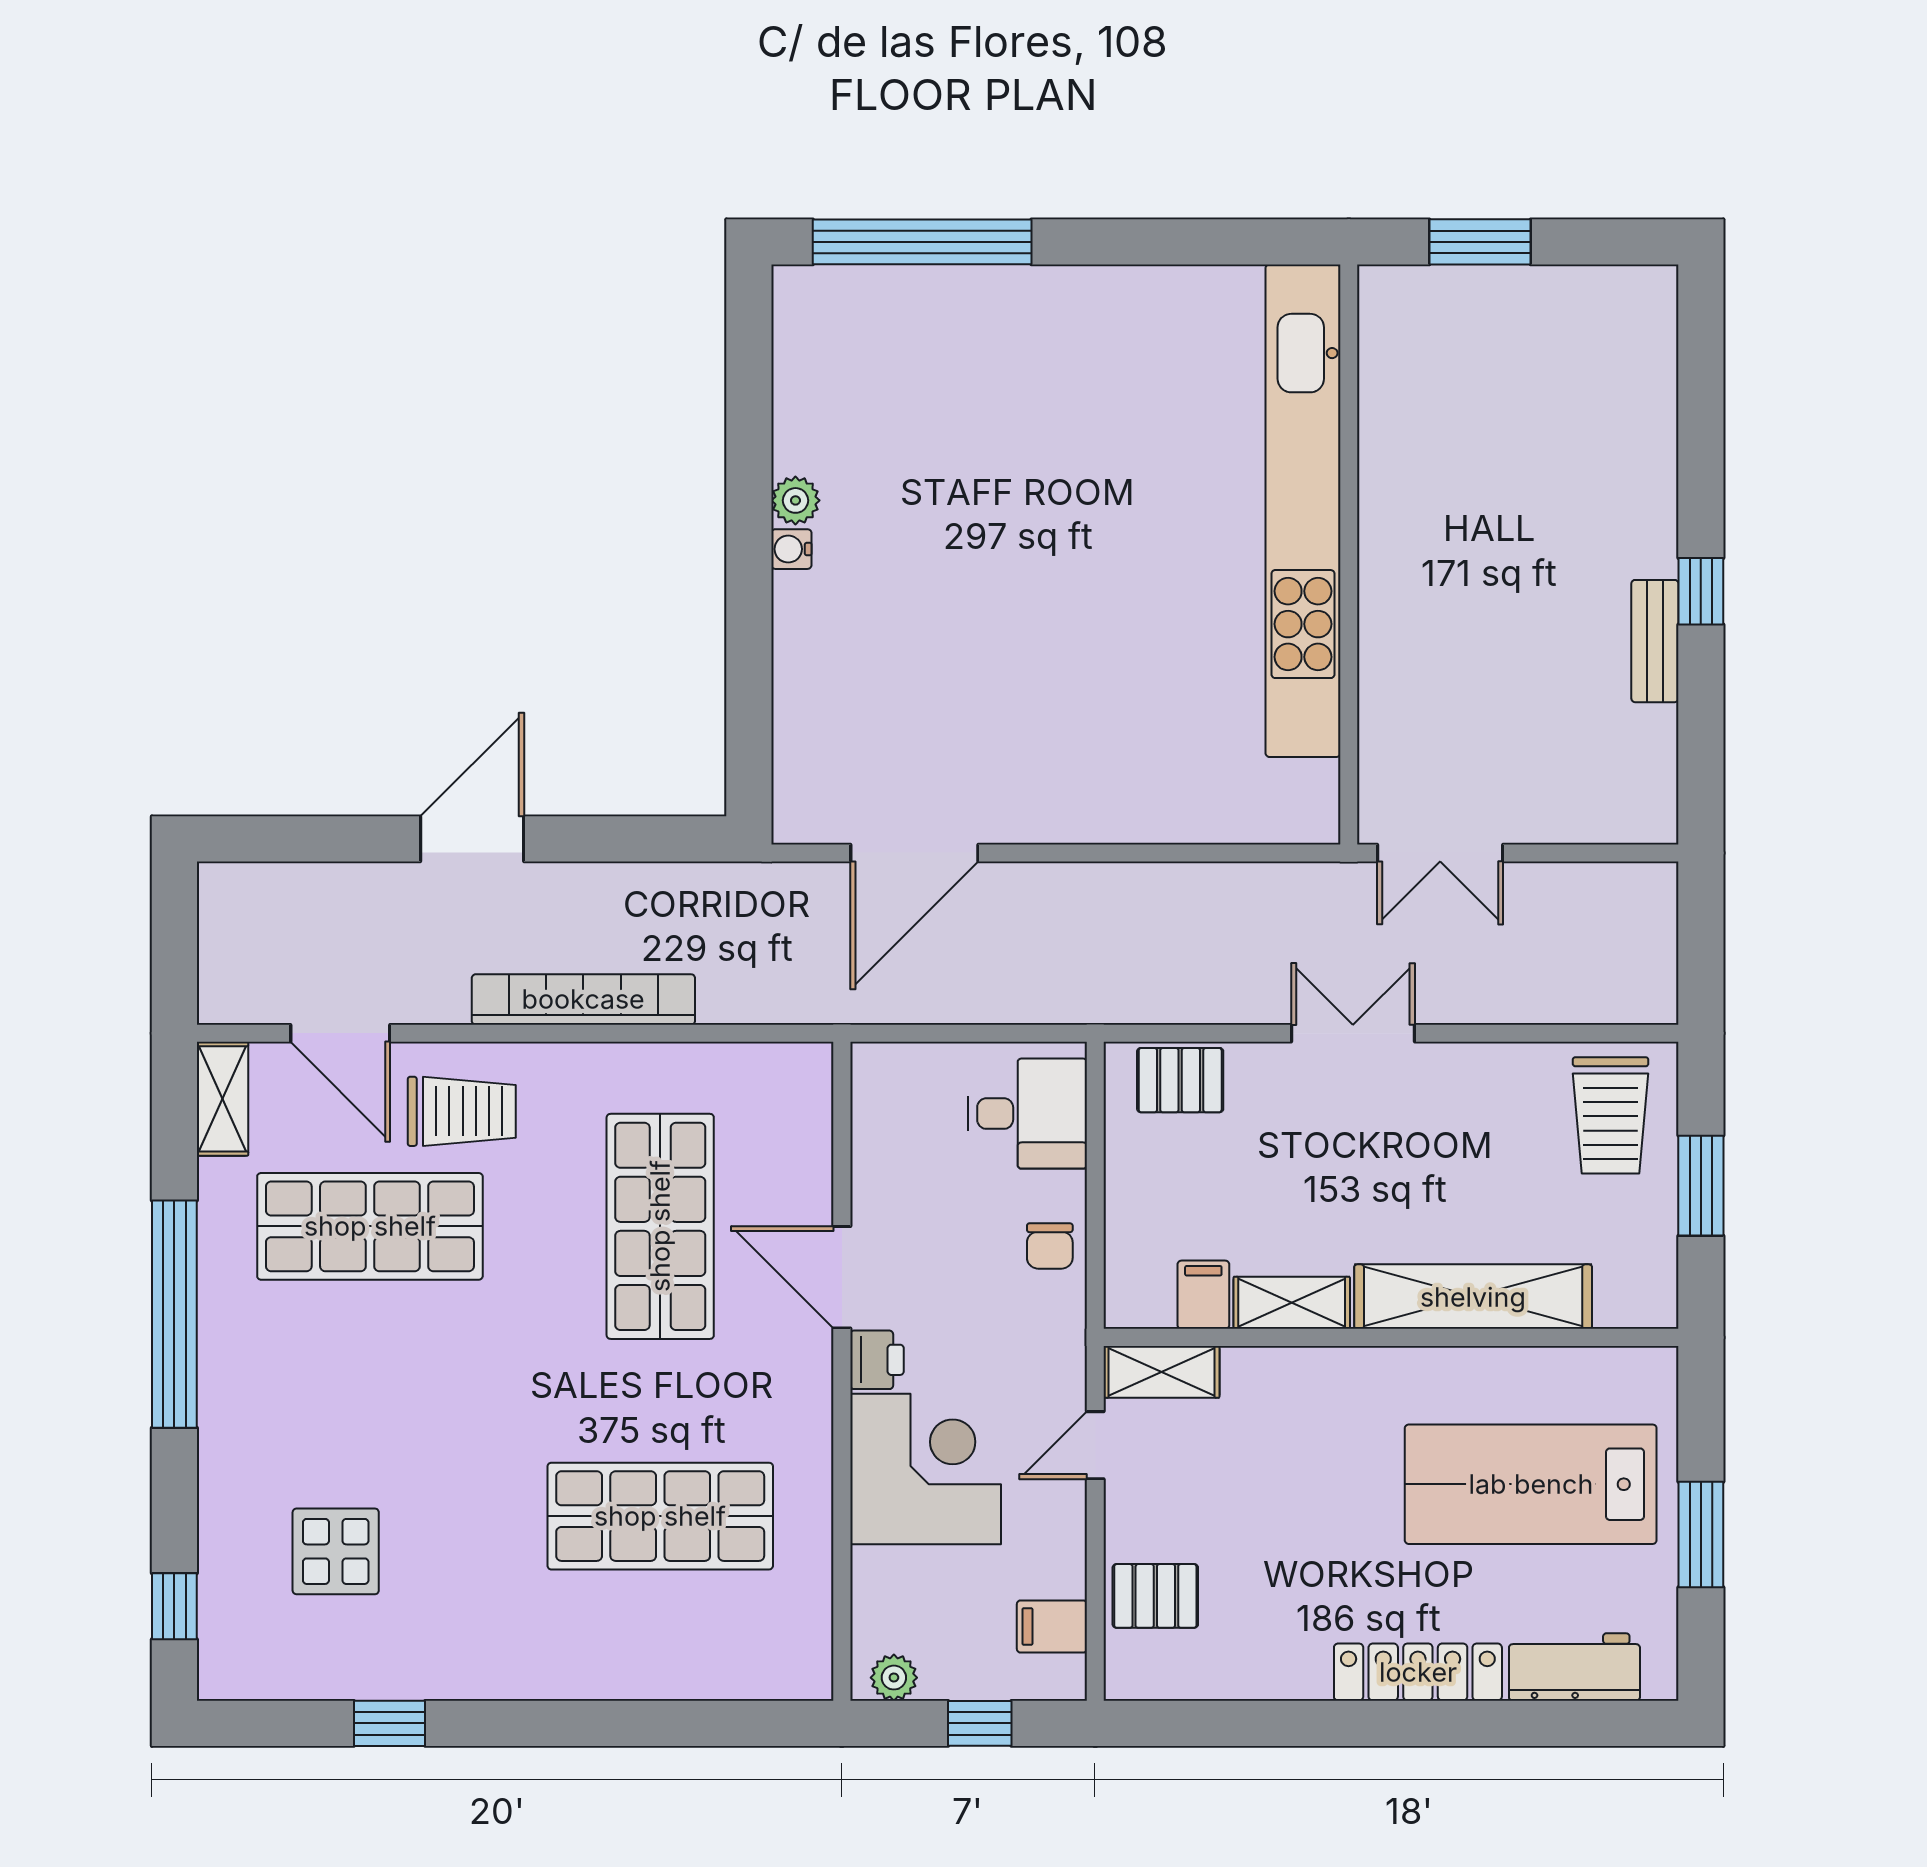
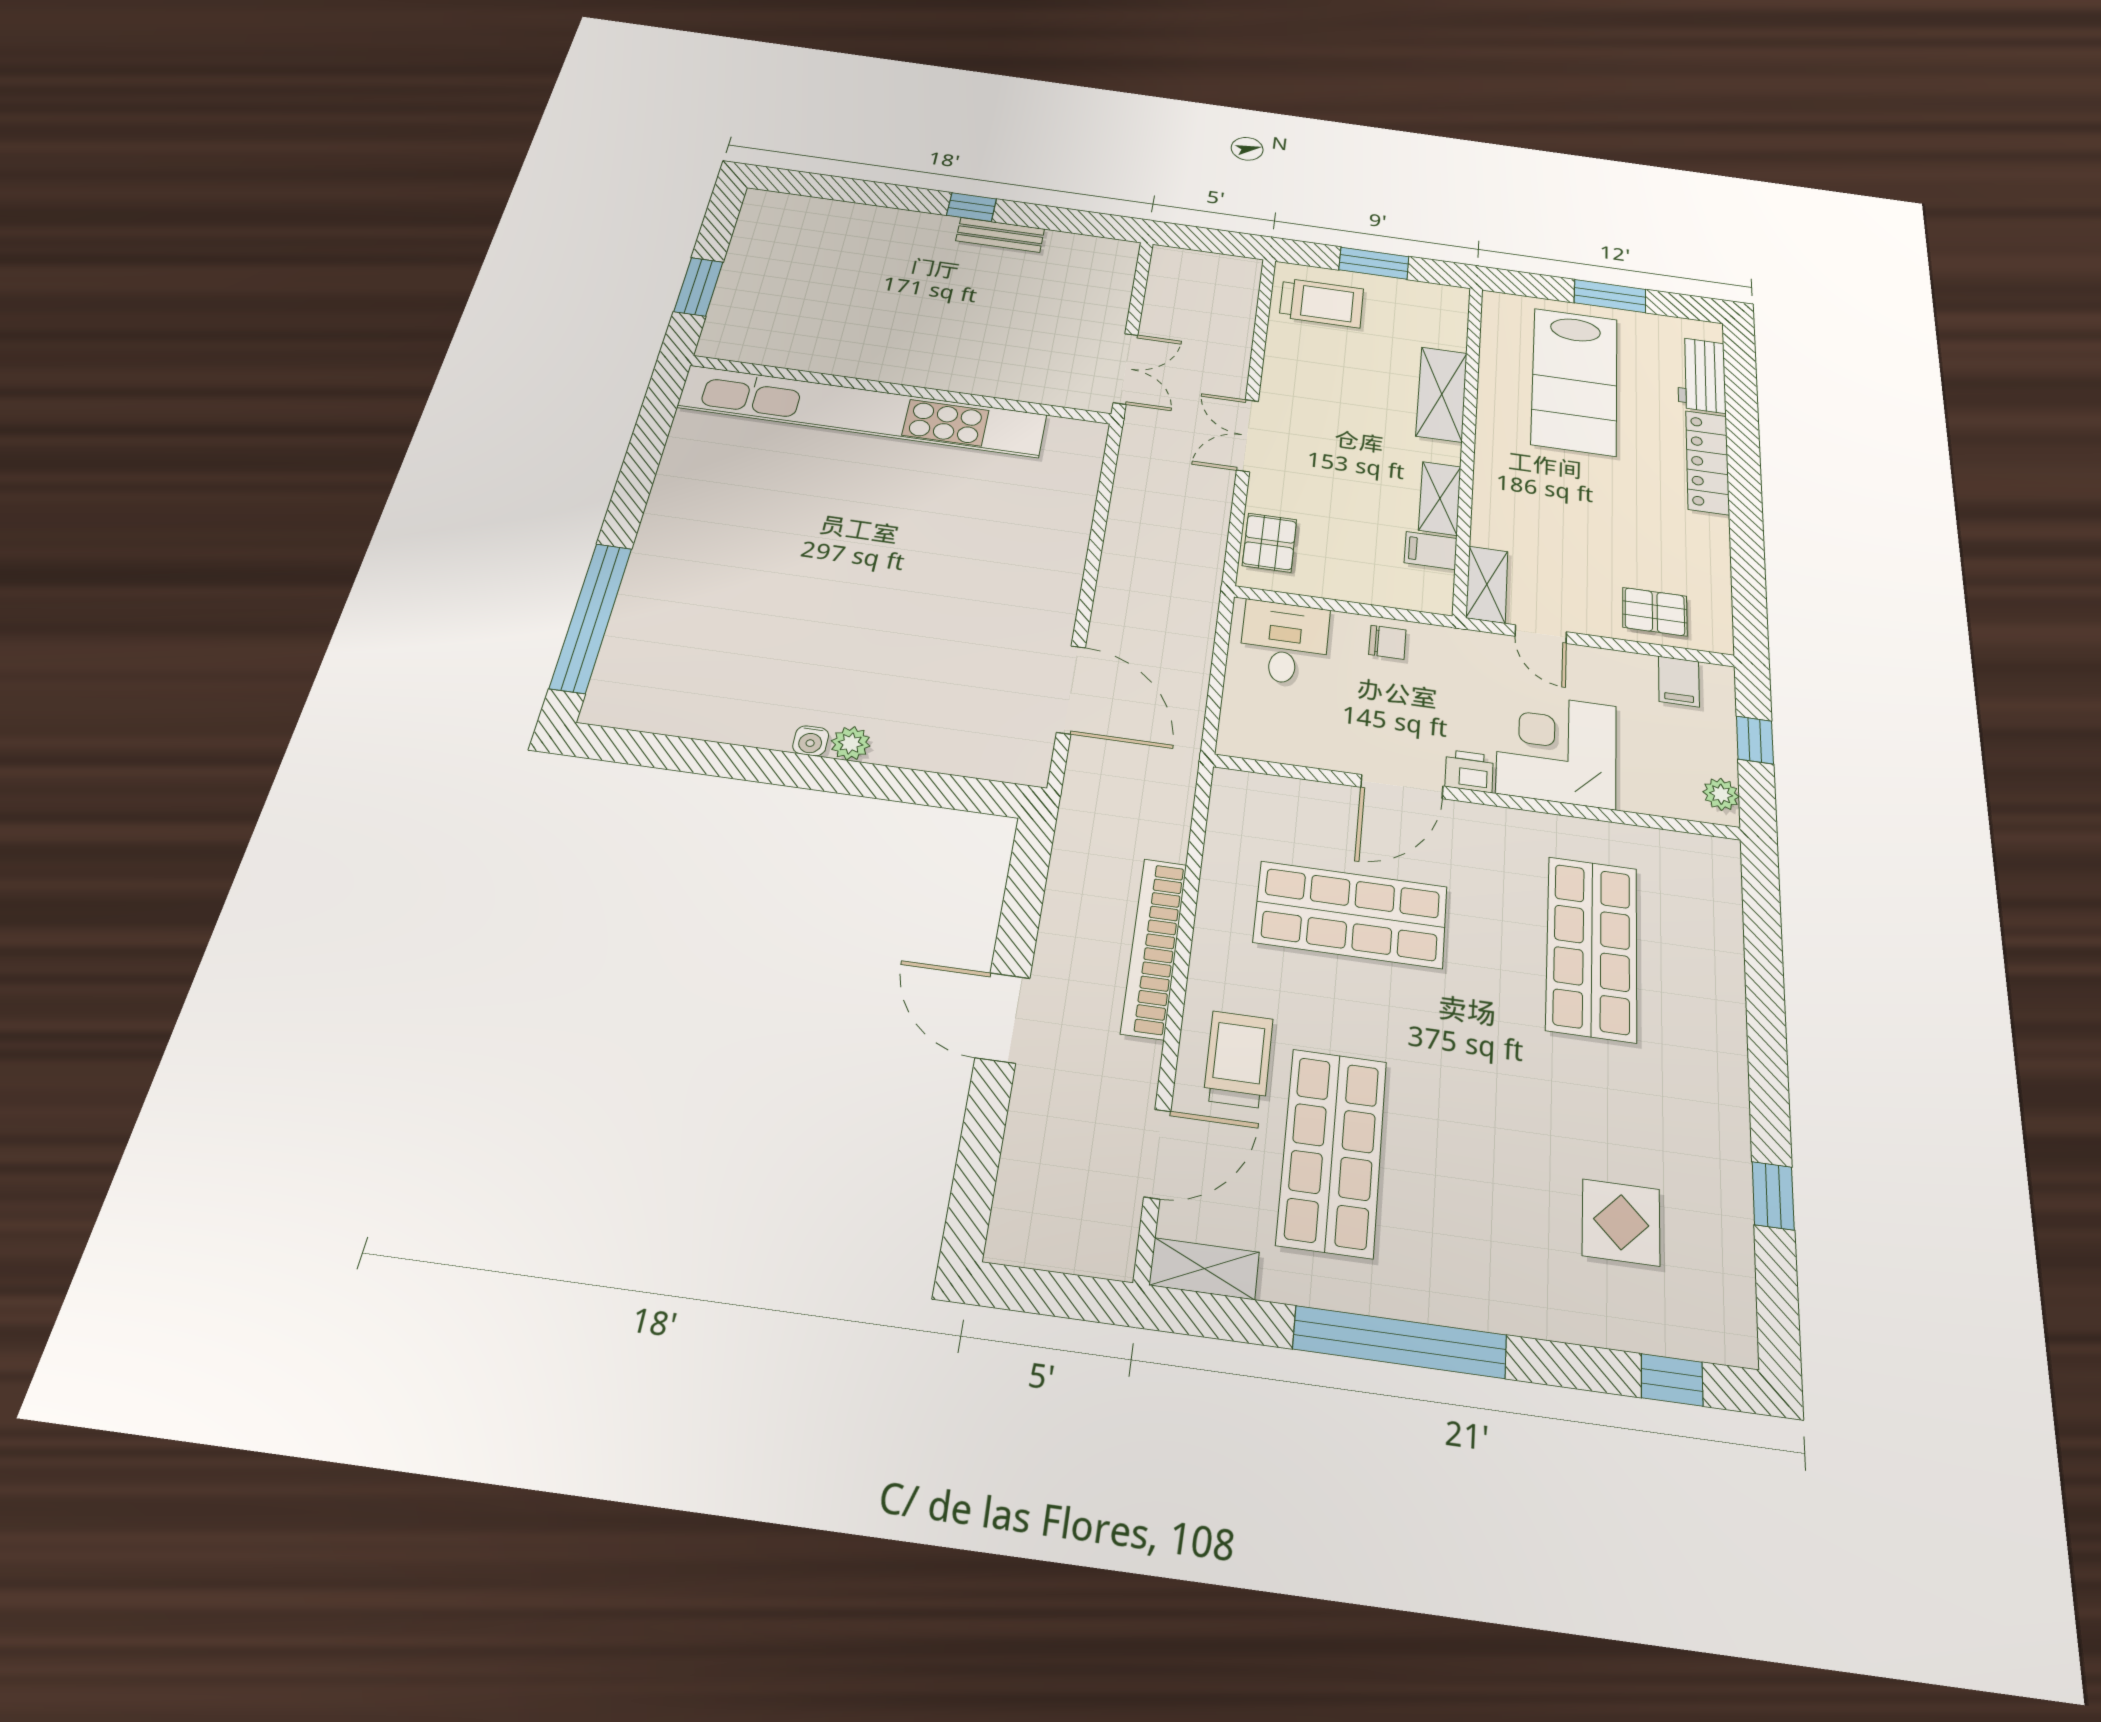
plant: (795, 500) -> (851, 743), moved
shelving: (1473, 1297) -> (1442, 394), width x0.68
pallet: (1155, 1596) -> (1655, 612), turned 90

